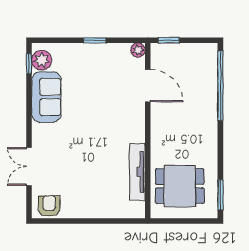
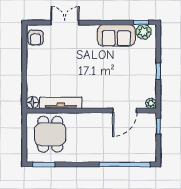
armchair: (49, 206) -> (35, 38), turned 90
floor lamp: (137, 210) -> (32, 102), added

